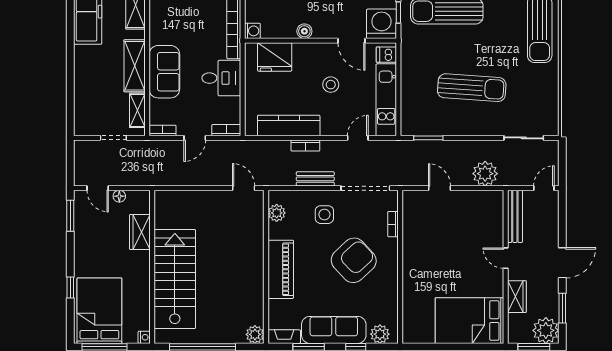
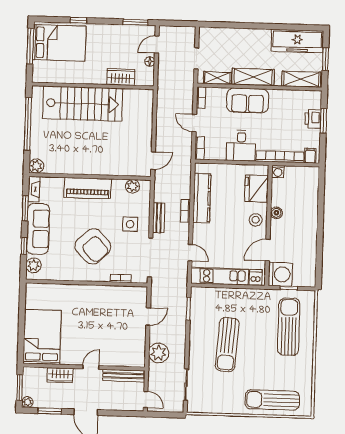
stool: (331, 85) -> (256, 220), moved
plant: (546, 330) -> (27, 402), width x0.53, depth x0.53
nightstand: (144, 337) -> (37, 78), removed

